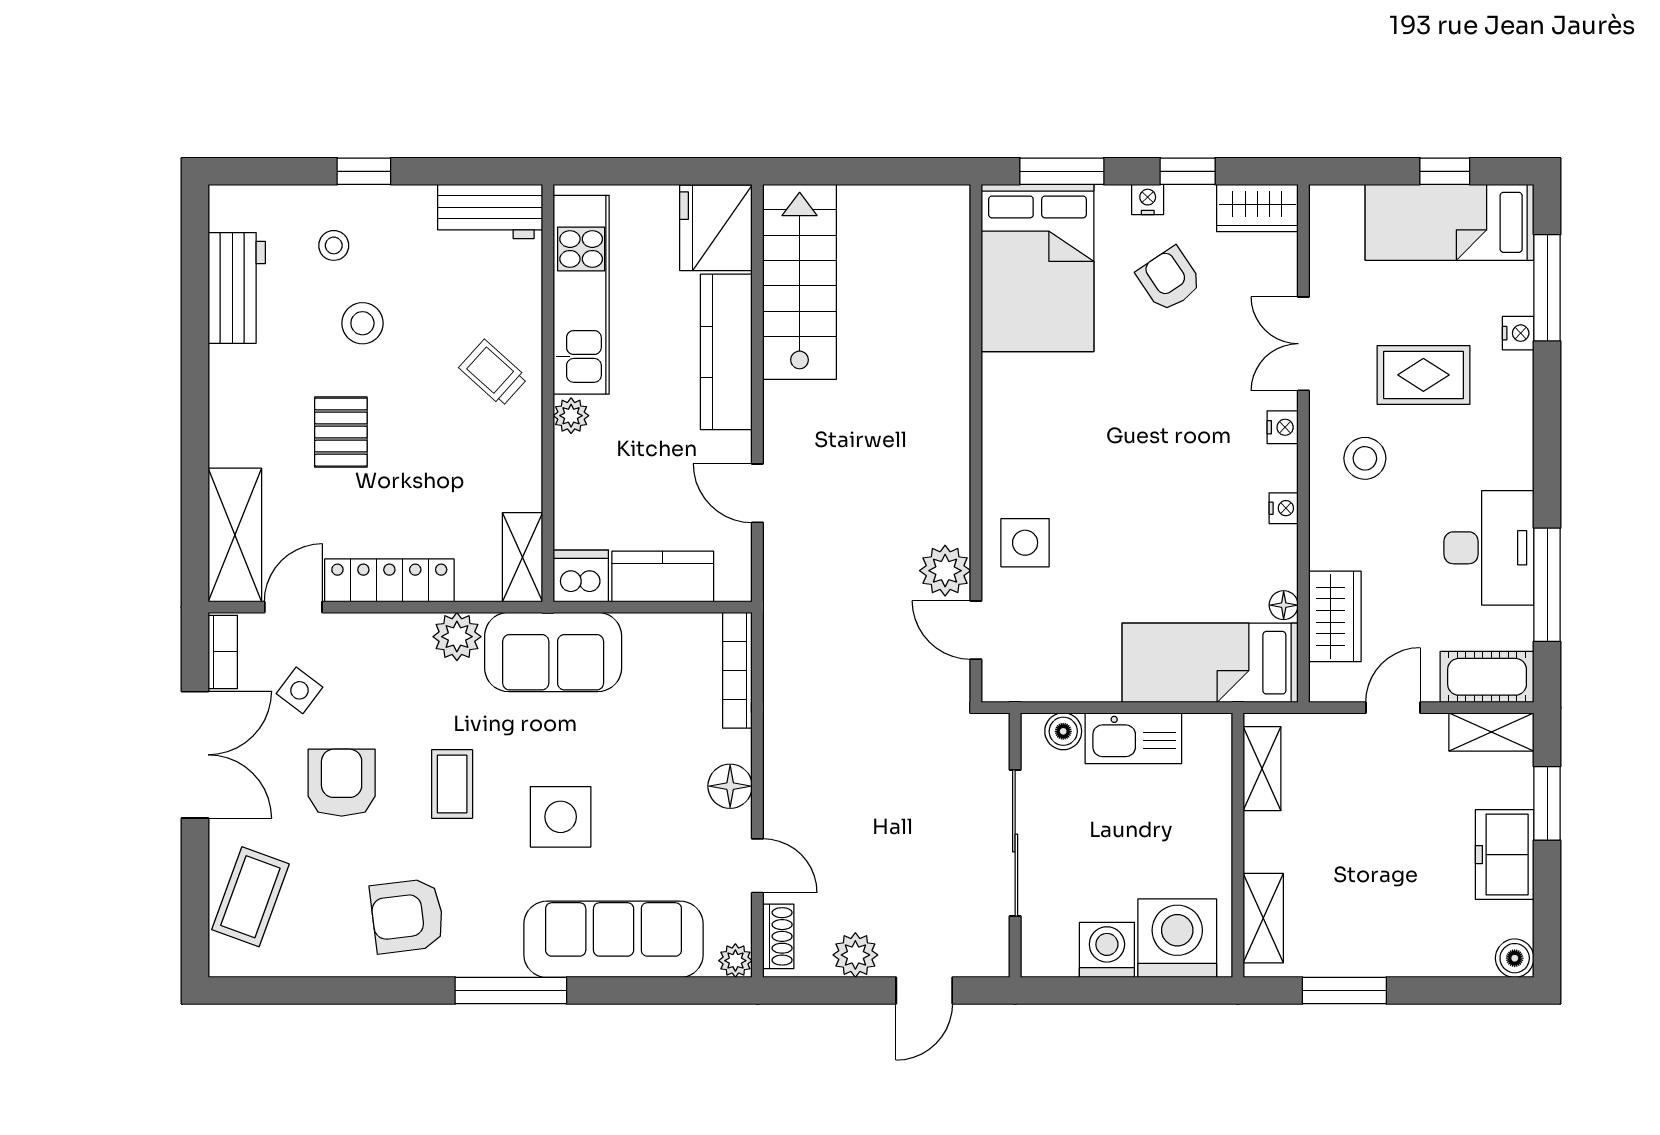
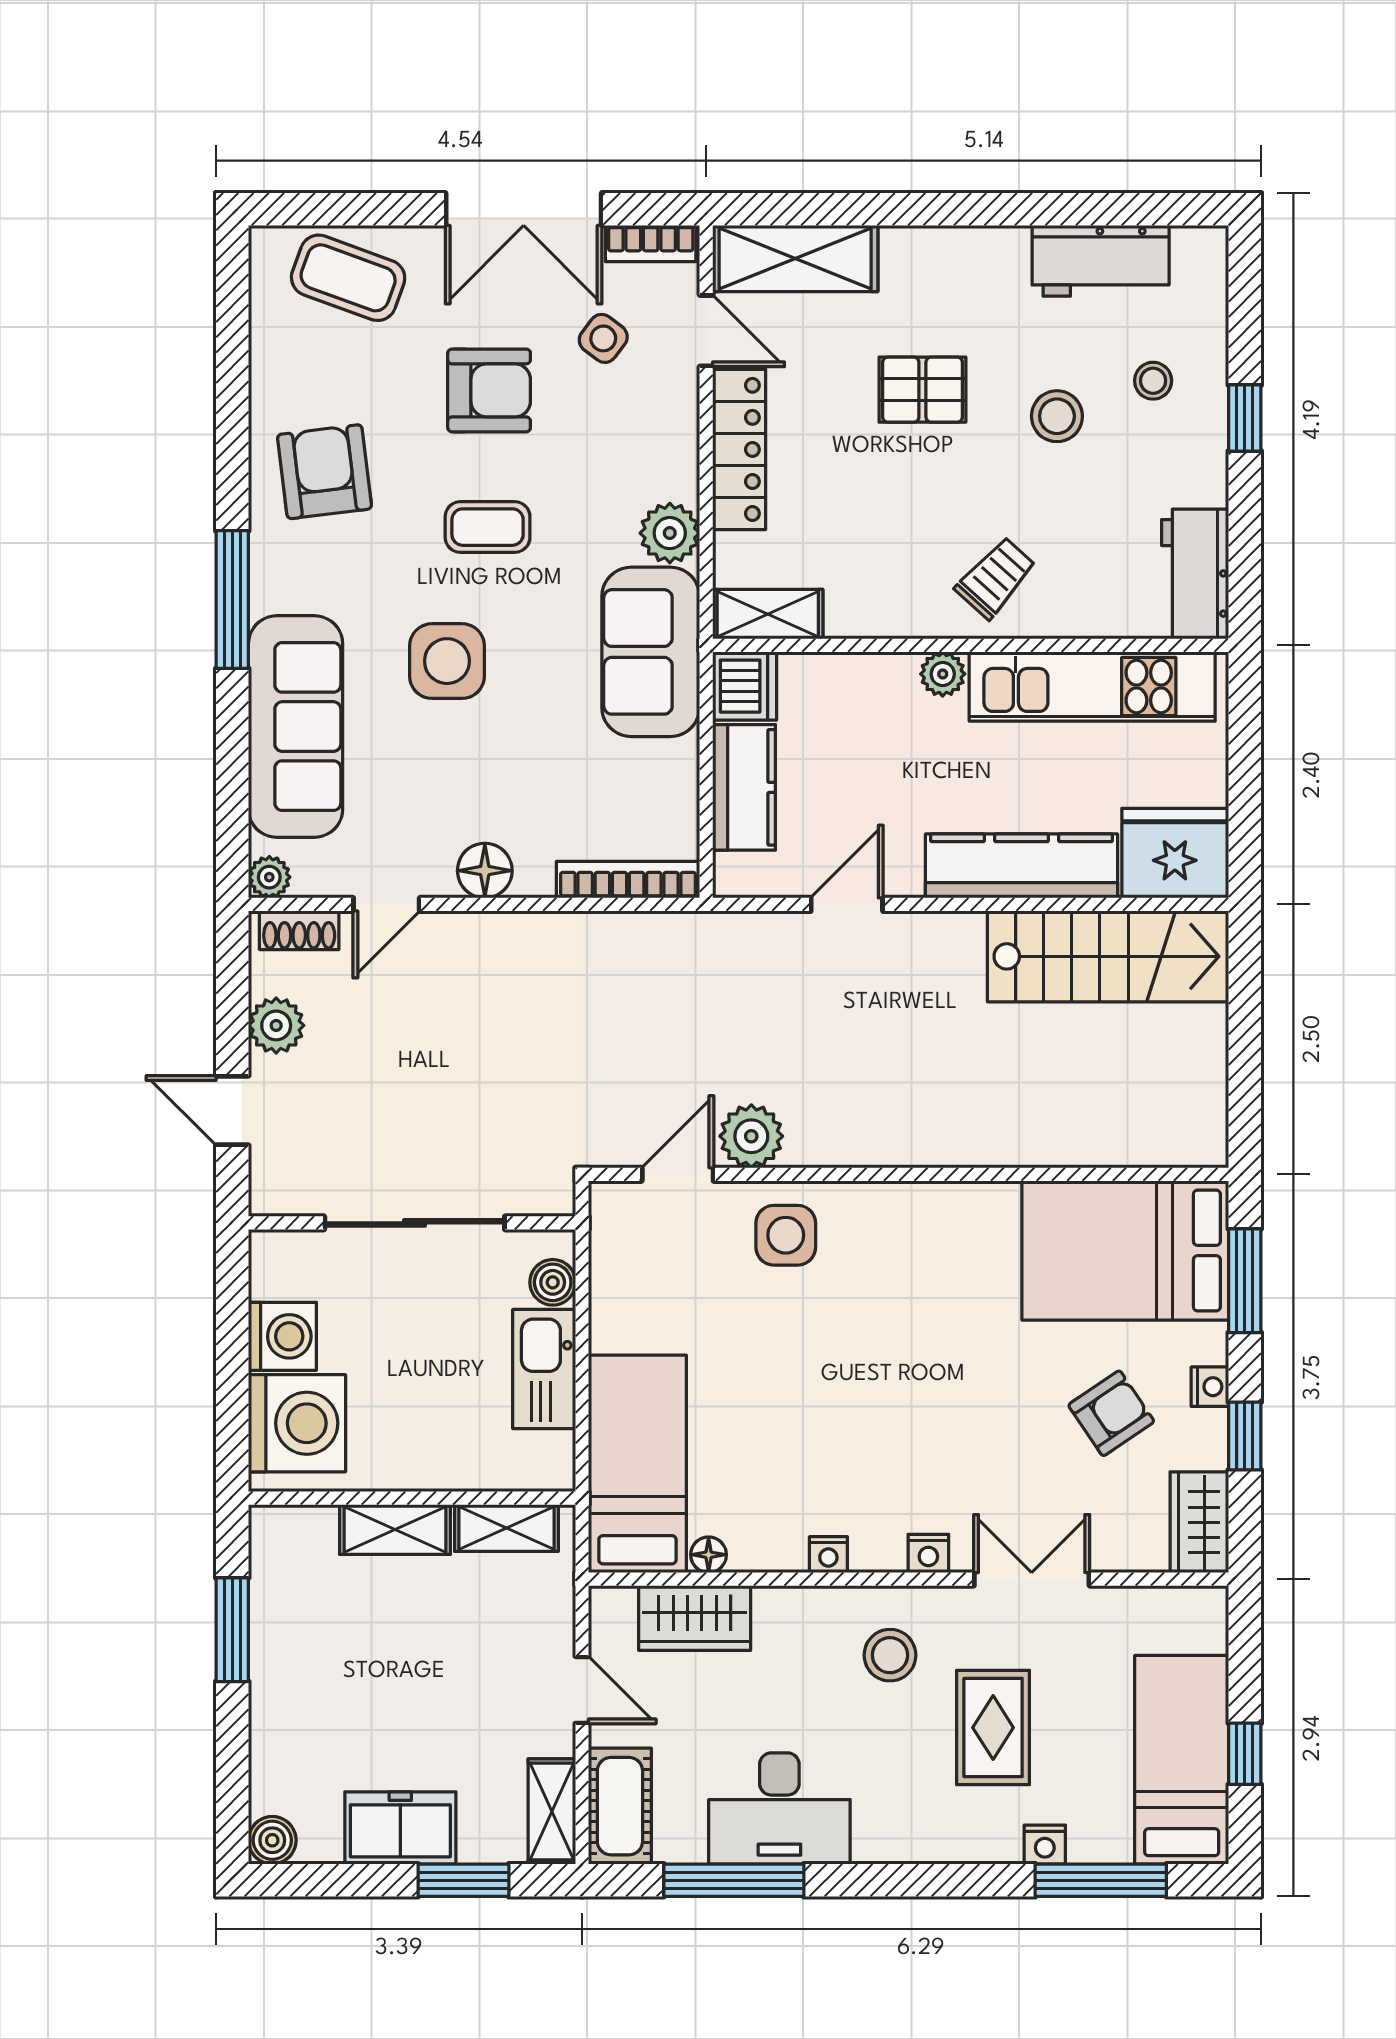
shelving: (1263, 918) -> (395, 1529), moved

